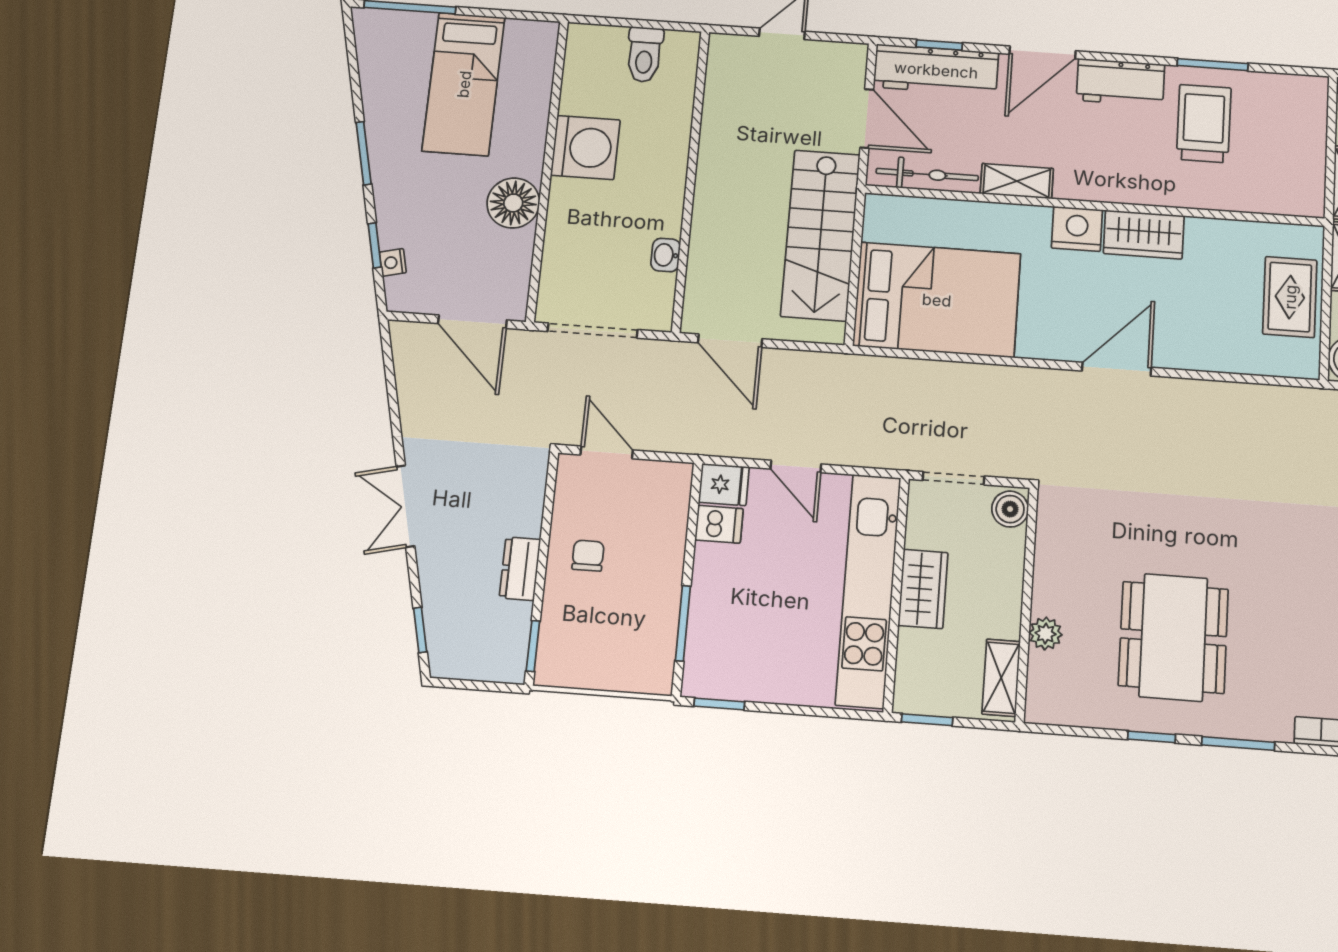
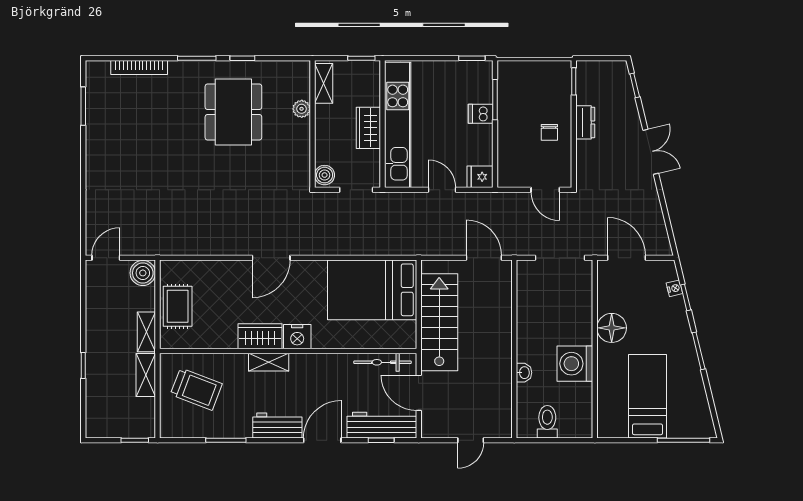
trolley: (1204, 124) -> (196, 389), moved, turned -69
shelving: (1017, 181) -> (269, 362), moved
washbasin: (666, 255) -> (524, 373), moved
dishwasher: (719, 524) -> (481, 114), moved

